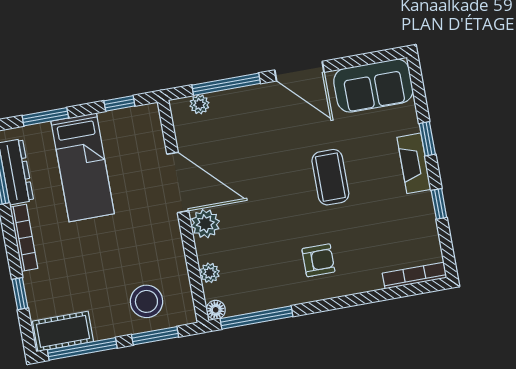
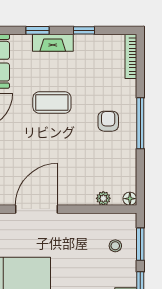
plant: (205, 224) -> (69, 195), removed
stool: (146, 301) -> (115, 246), width x0.53, depth x0.53
window: (257, 317) -> (140, 123), moved

